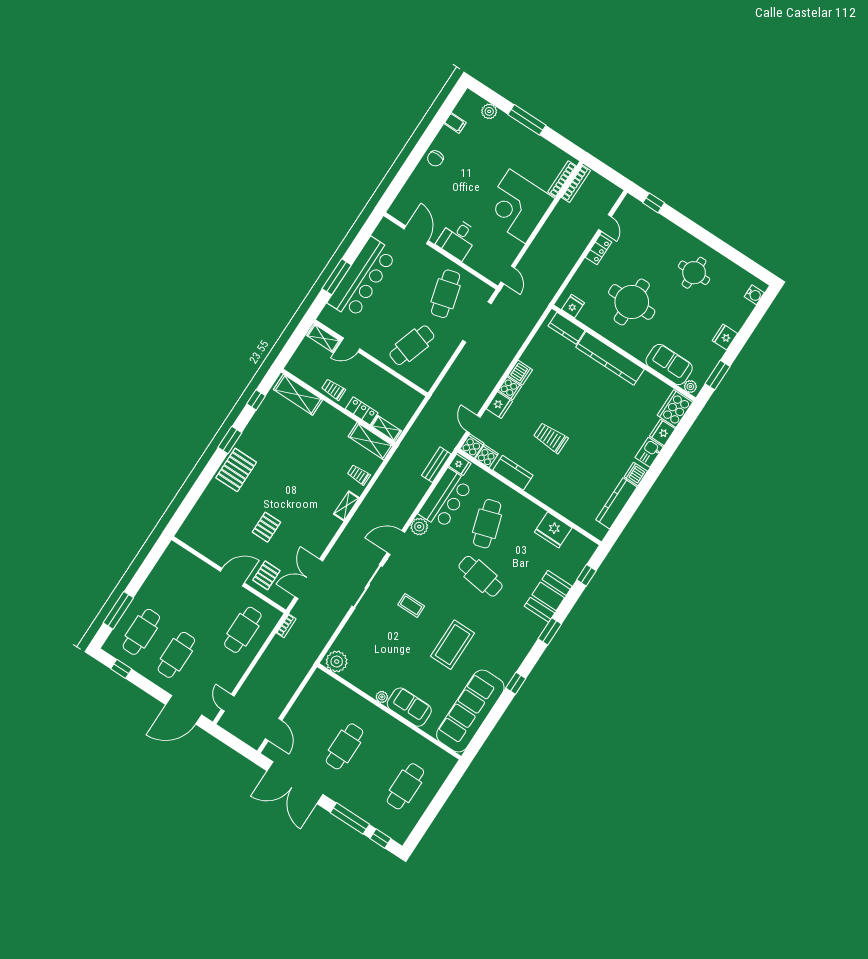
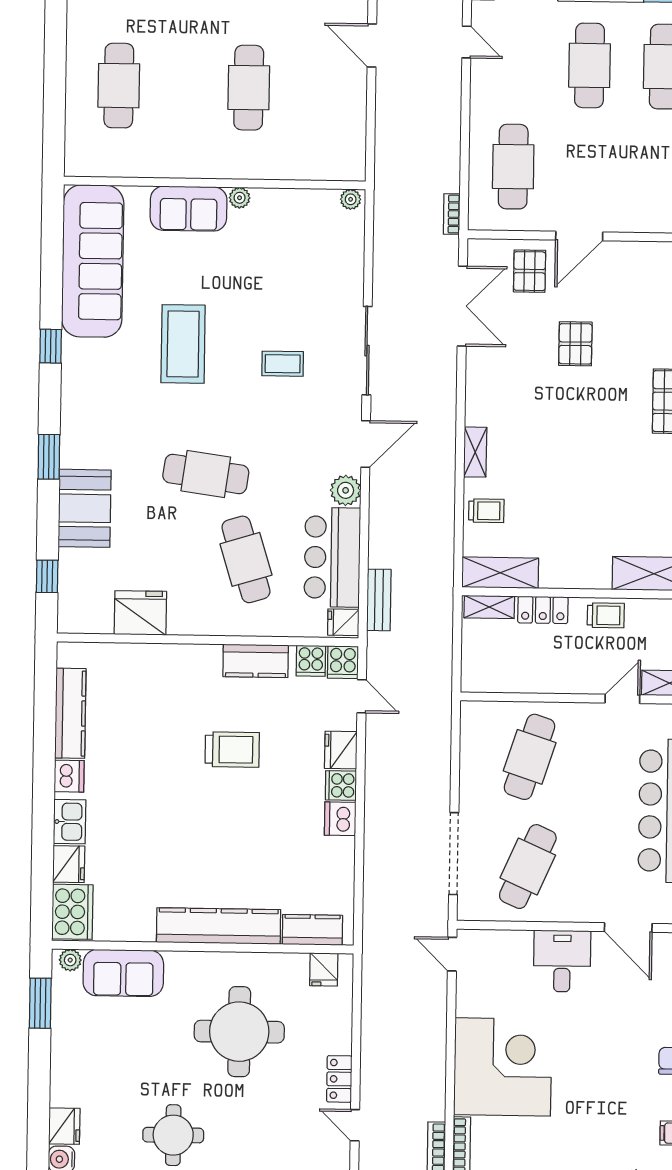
cafe table: (446, 294) -> (528, 867), turned 39
fridge: (725, 337) -> (64, 1126), moved
plant: (337, 662) -> (351, 199), width x0.53, depth x0.53

